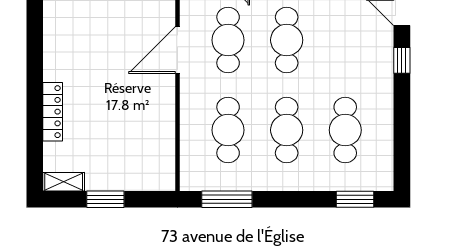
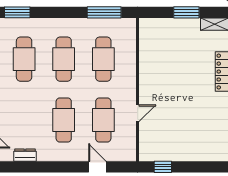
door: (178, 50) -> (138, 113), width x0.53

